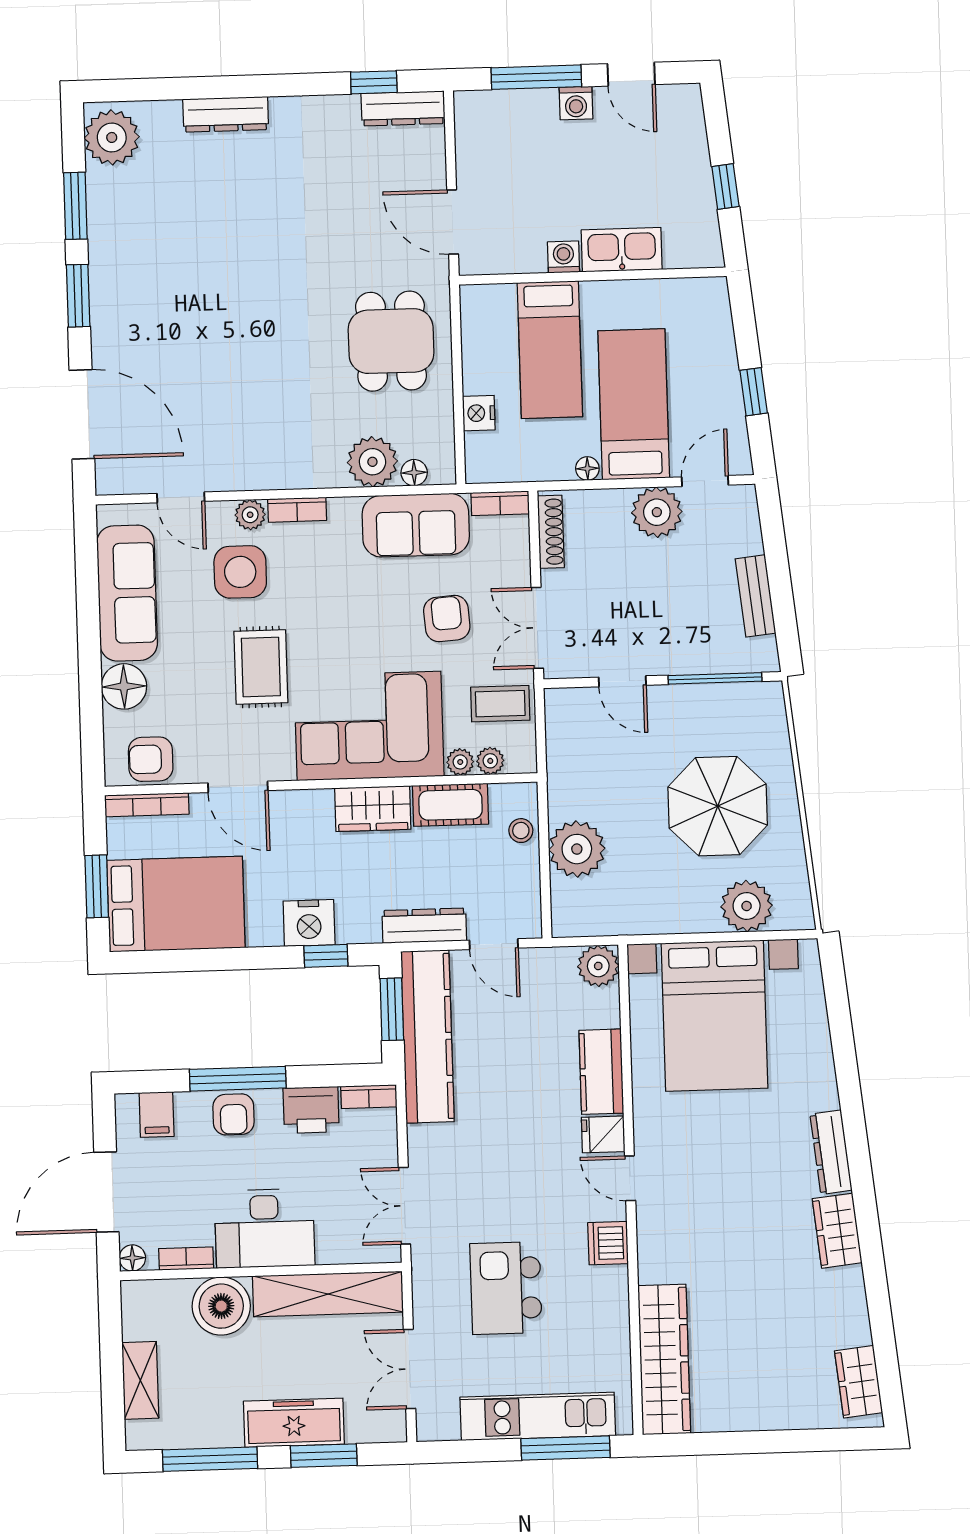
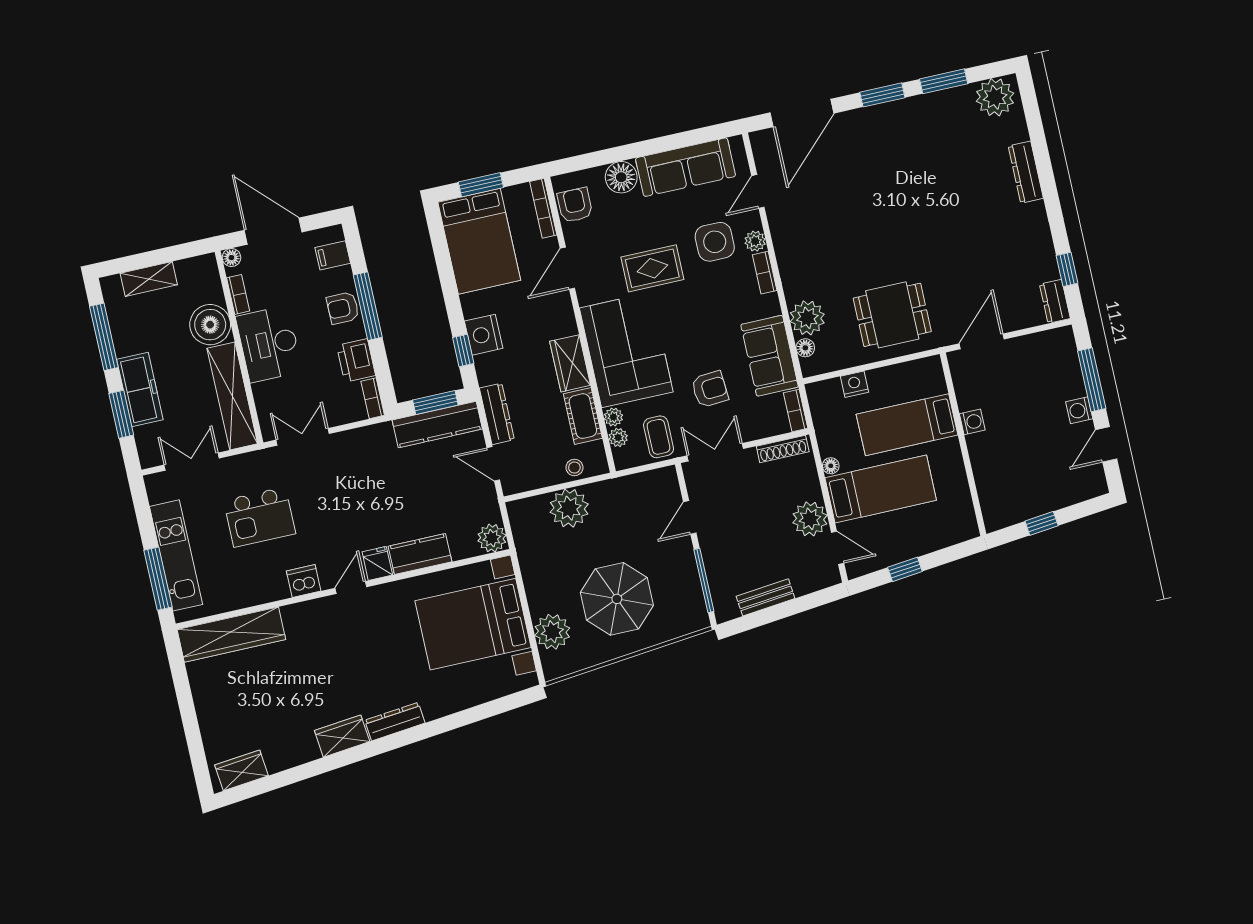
dresser: (403, 108) -> (1055, 301), width x0.70
kitchen sink: (622, 250) -> (985, 461), removed
door: (494, 944) -> (493, 464), hinge flipped
kitchen counter: (427, 1037) -> (437, 425), width x0.72, depth x0.86
kitchen island: (506, 1288) -> (260, 517), turned 180

